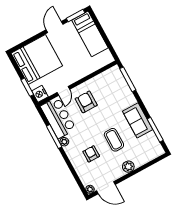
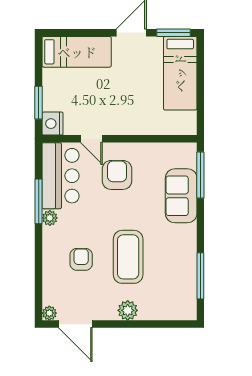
bed: (37, 60) -> (77, 52), width x0.49
door: (63, 91) -> (91, 139), hinge flipped
sofa: (138, 120) -> (181, 196), moved
coffee table: (114, 140) -> (128, 257), width x1.36, depth x1.32

